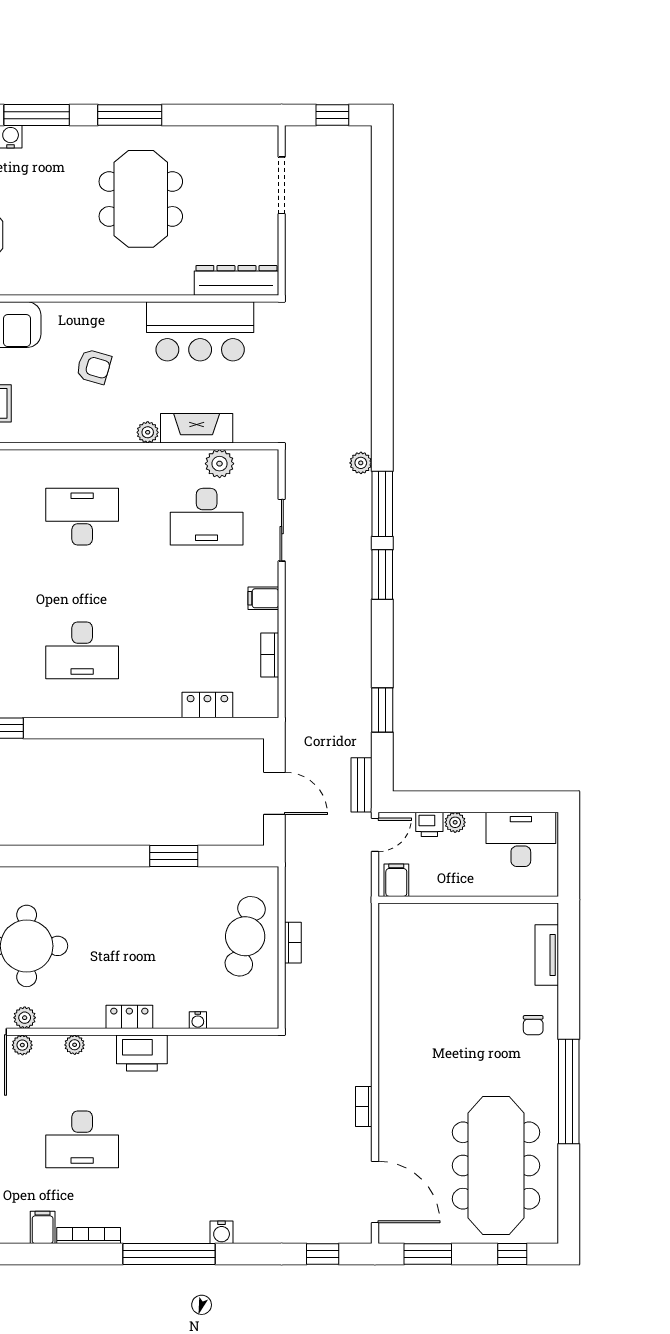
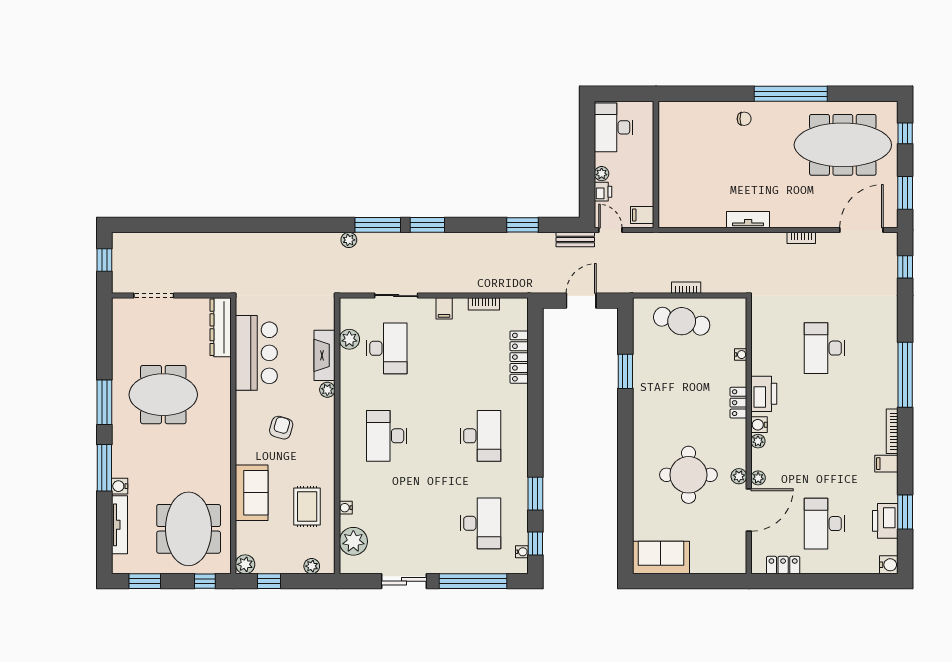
locker: (207, 705) -> (519, 357), width x1.53
tv unit: (547, 955) -> (748, 220), moved, turned 180
desk: (82, 1139) -> (824, 348), moved, turned 180
water cooler: (222, 1232) -> (759, 425), moved, turned 180

